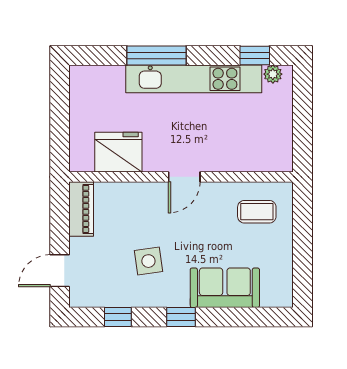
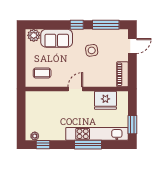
kitchen unit: (194, 79) -> (97, 134), moved
window: (60, 99) -> (132, 125), added
plant: (275, 294) -> (34, 35), added
window: (118, 317) -> (106, 25), width x2.17

